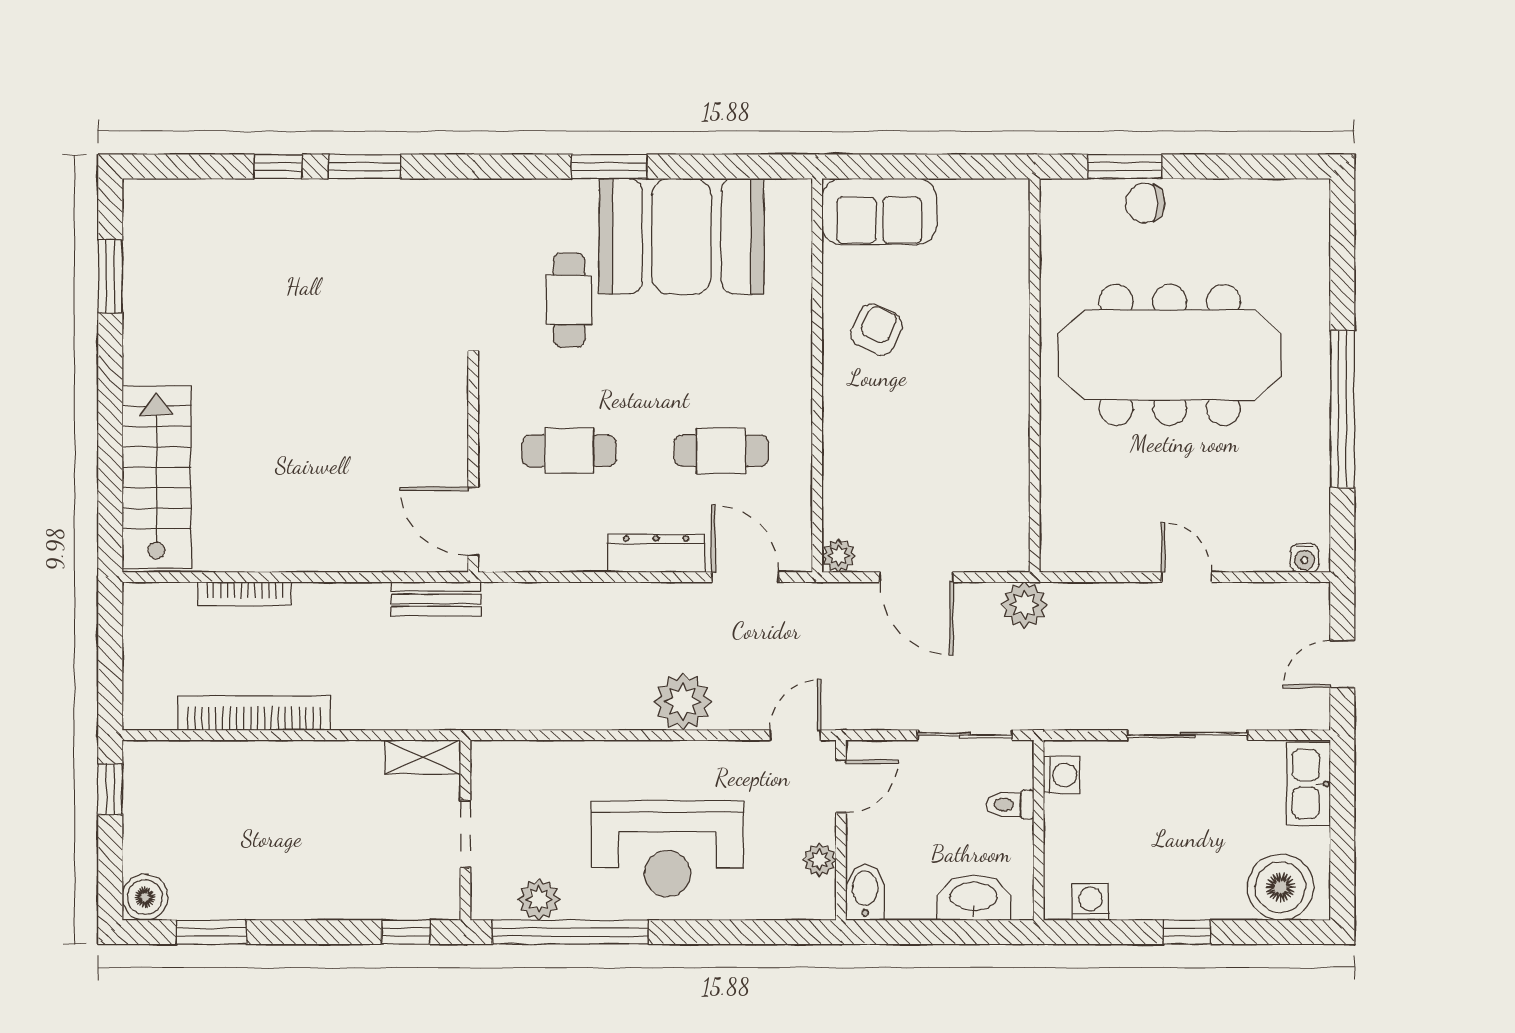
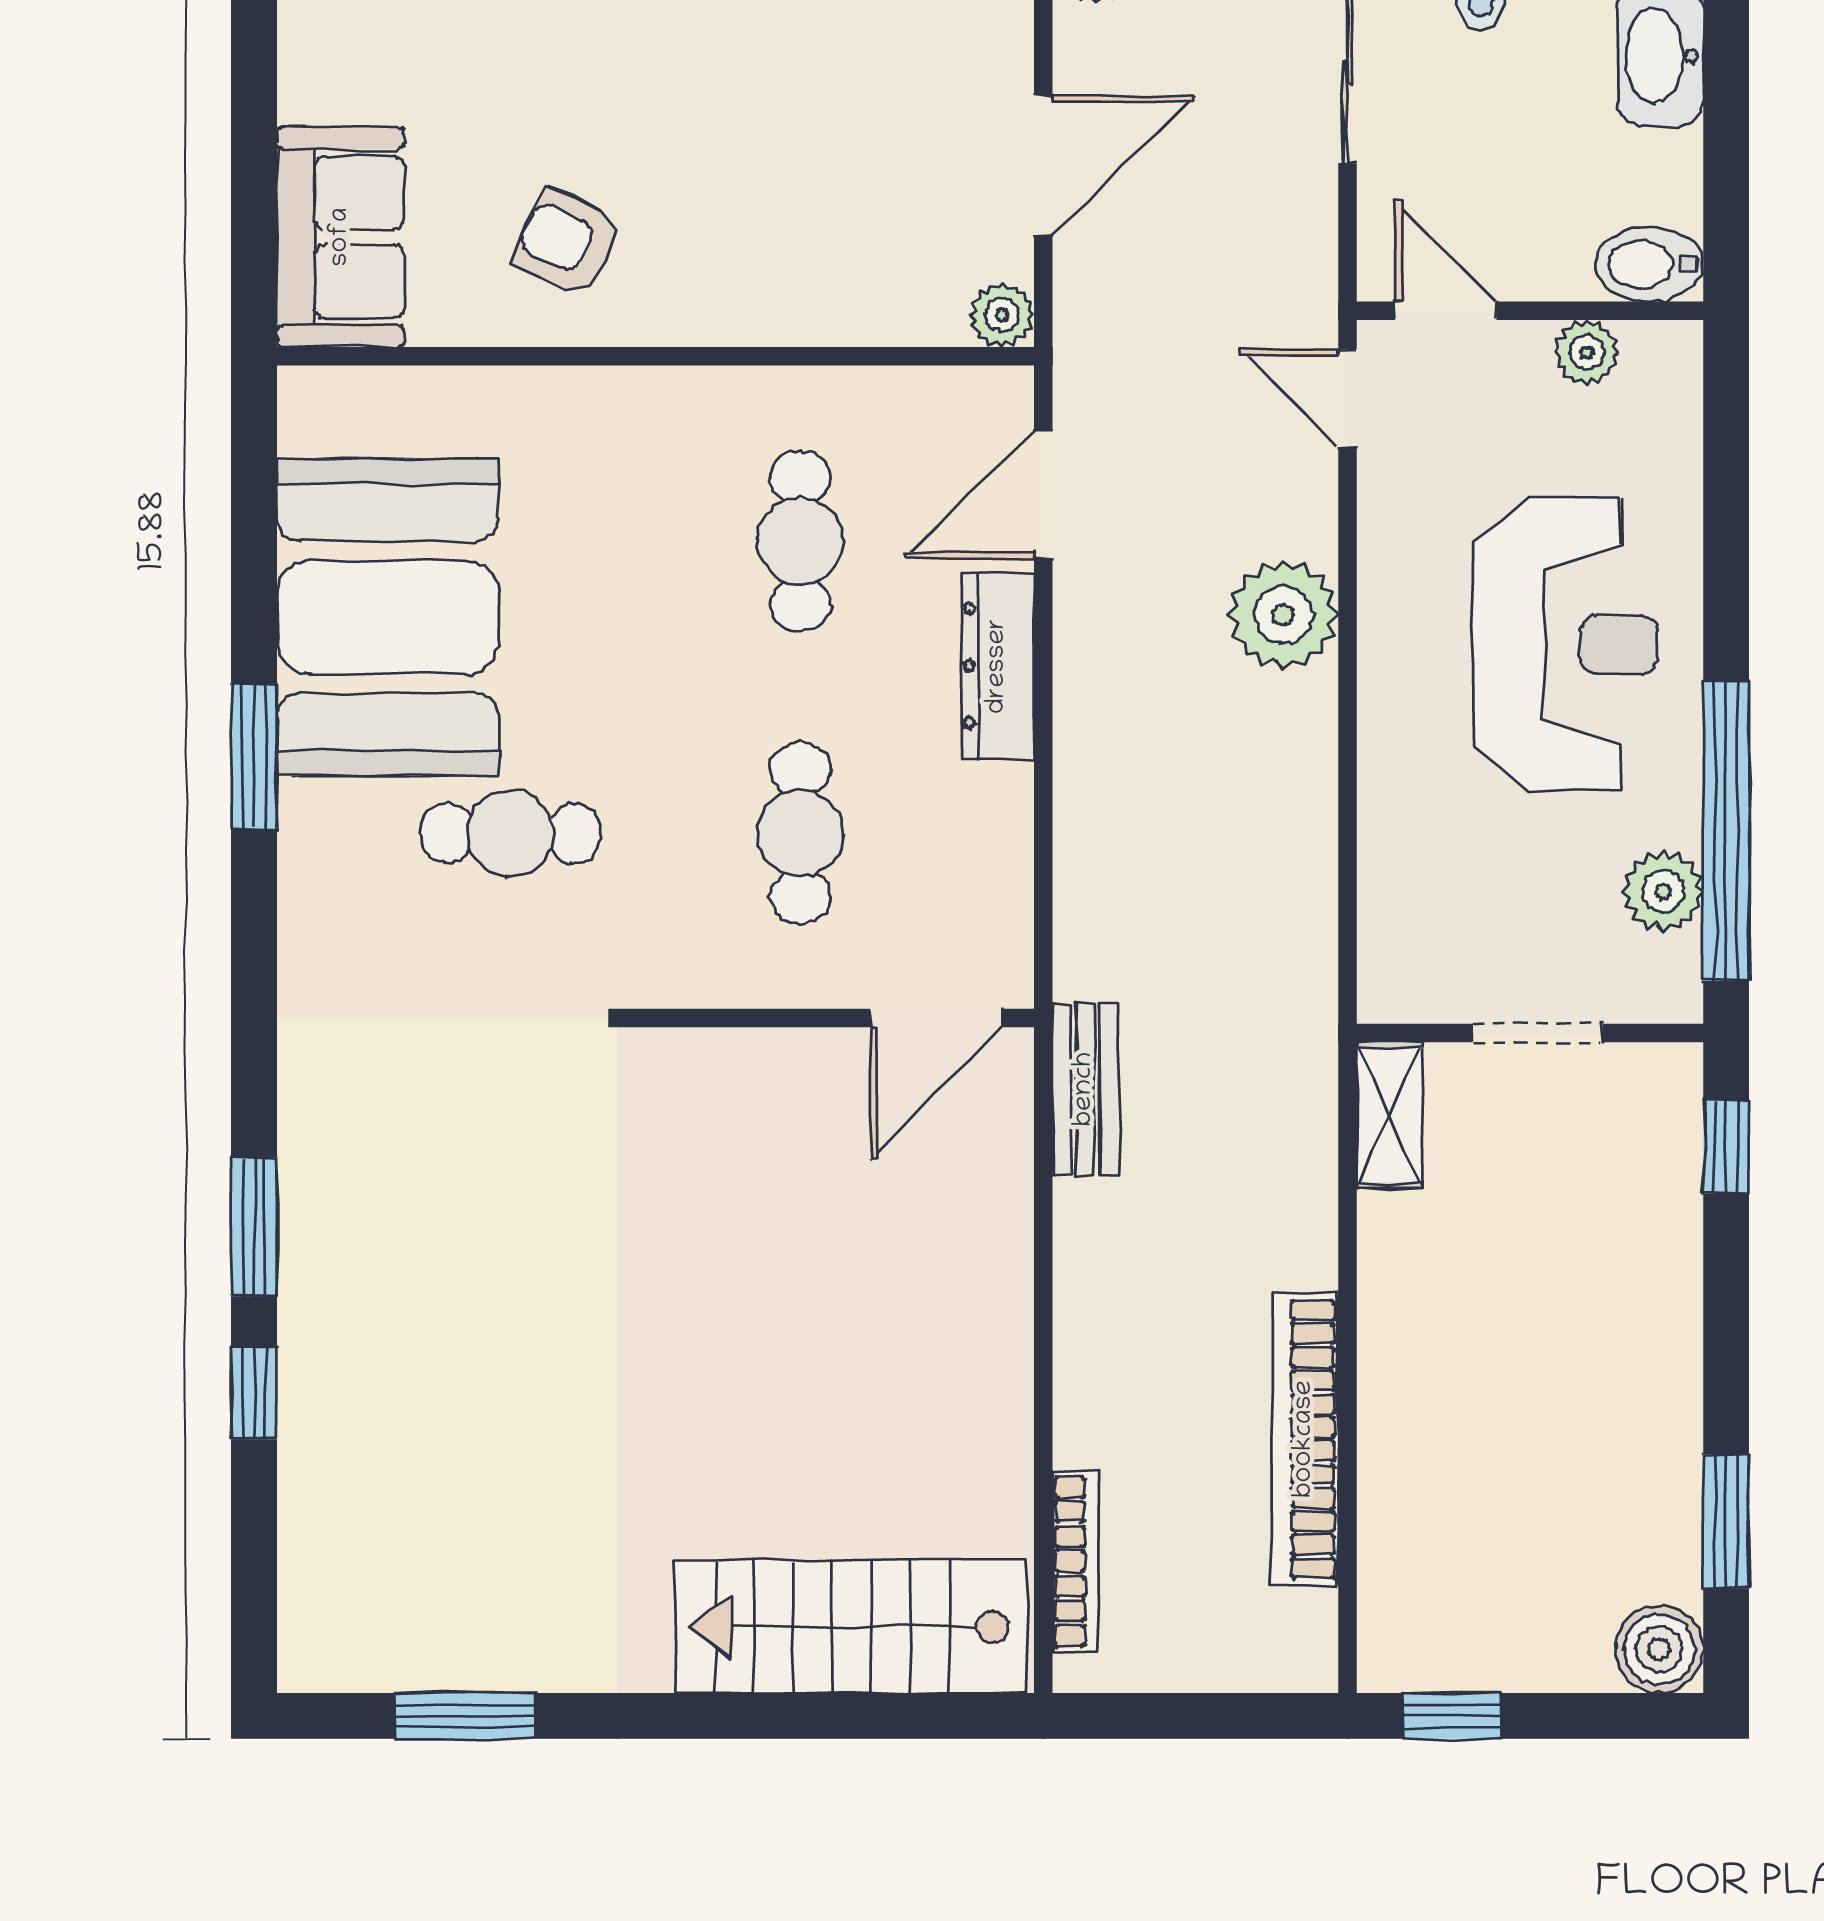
bookcase: (245, 594) -> (1075, 1561), moved

